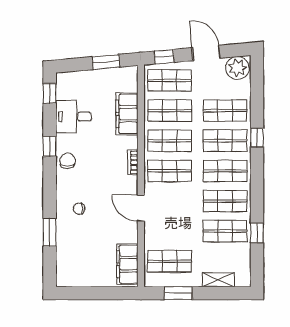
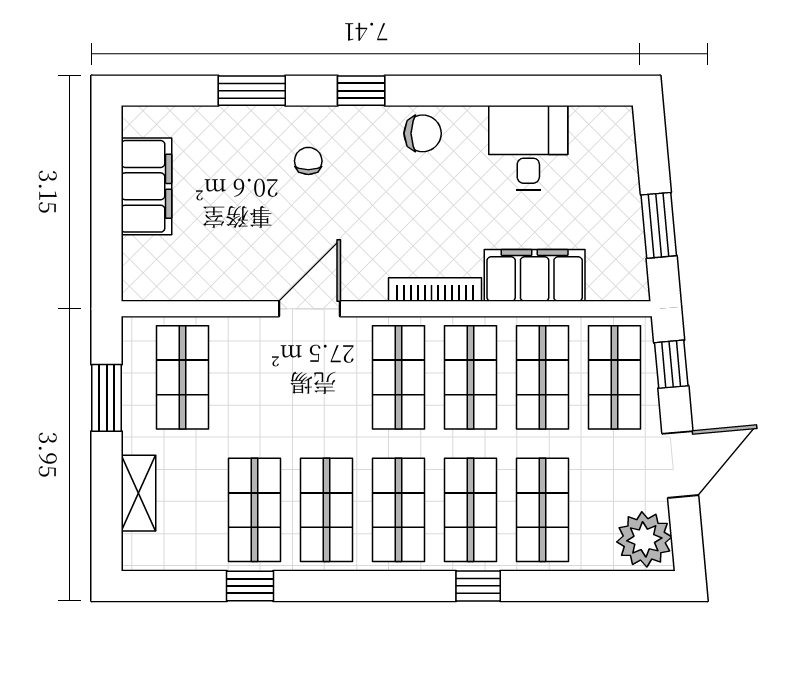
window: (50, 93) -> (584, 91), removed
window: (50, 146) -> (361, 91), moved
bookcase: (133, 163) -> (435, 289), width x1.56
filing cabinet: (127, 264) -> (146, 186), moved, turned 90

